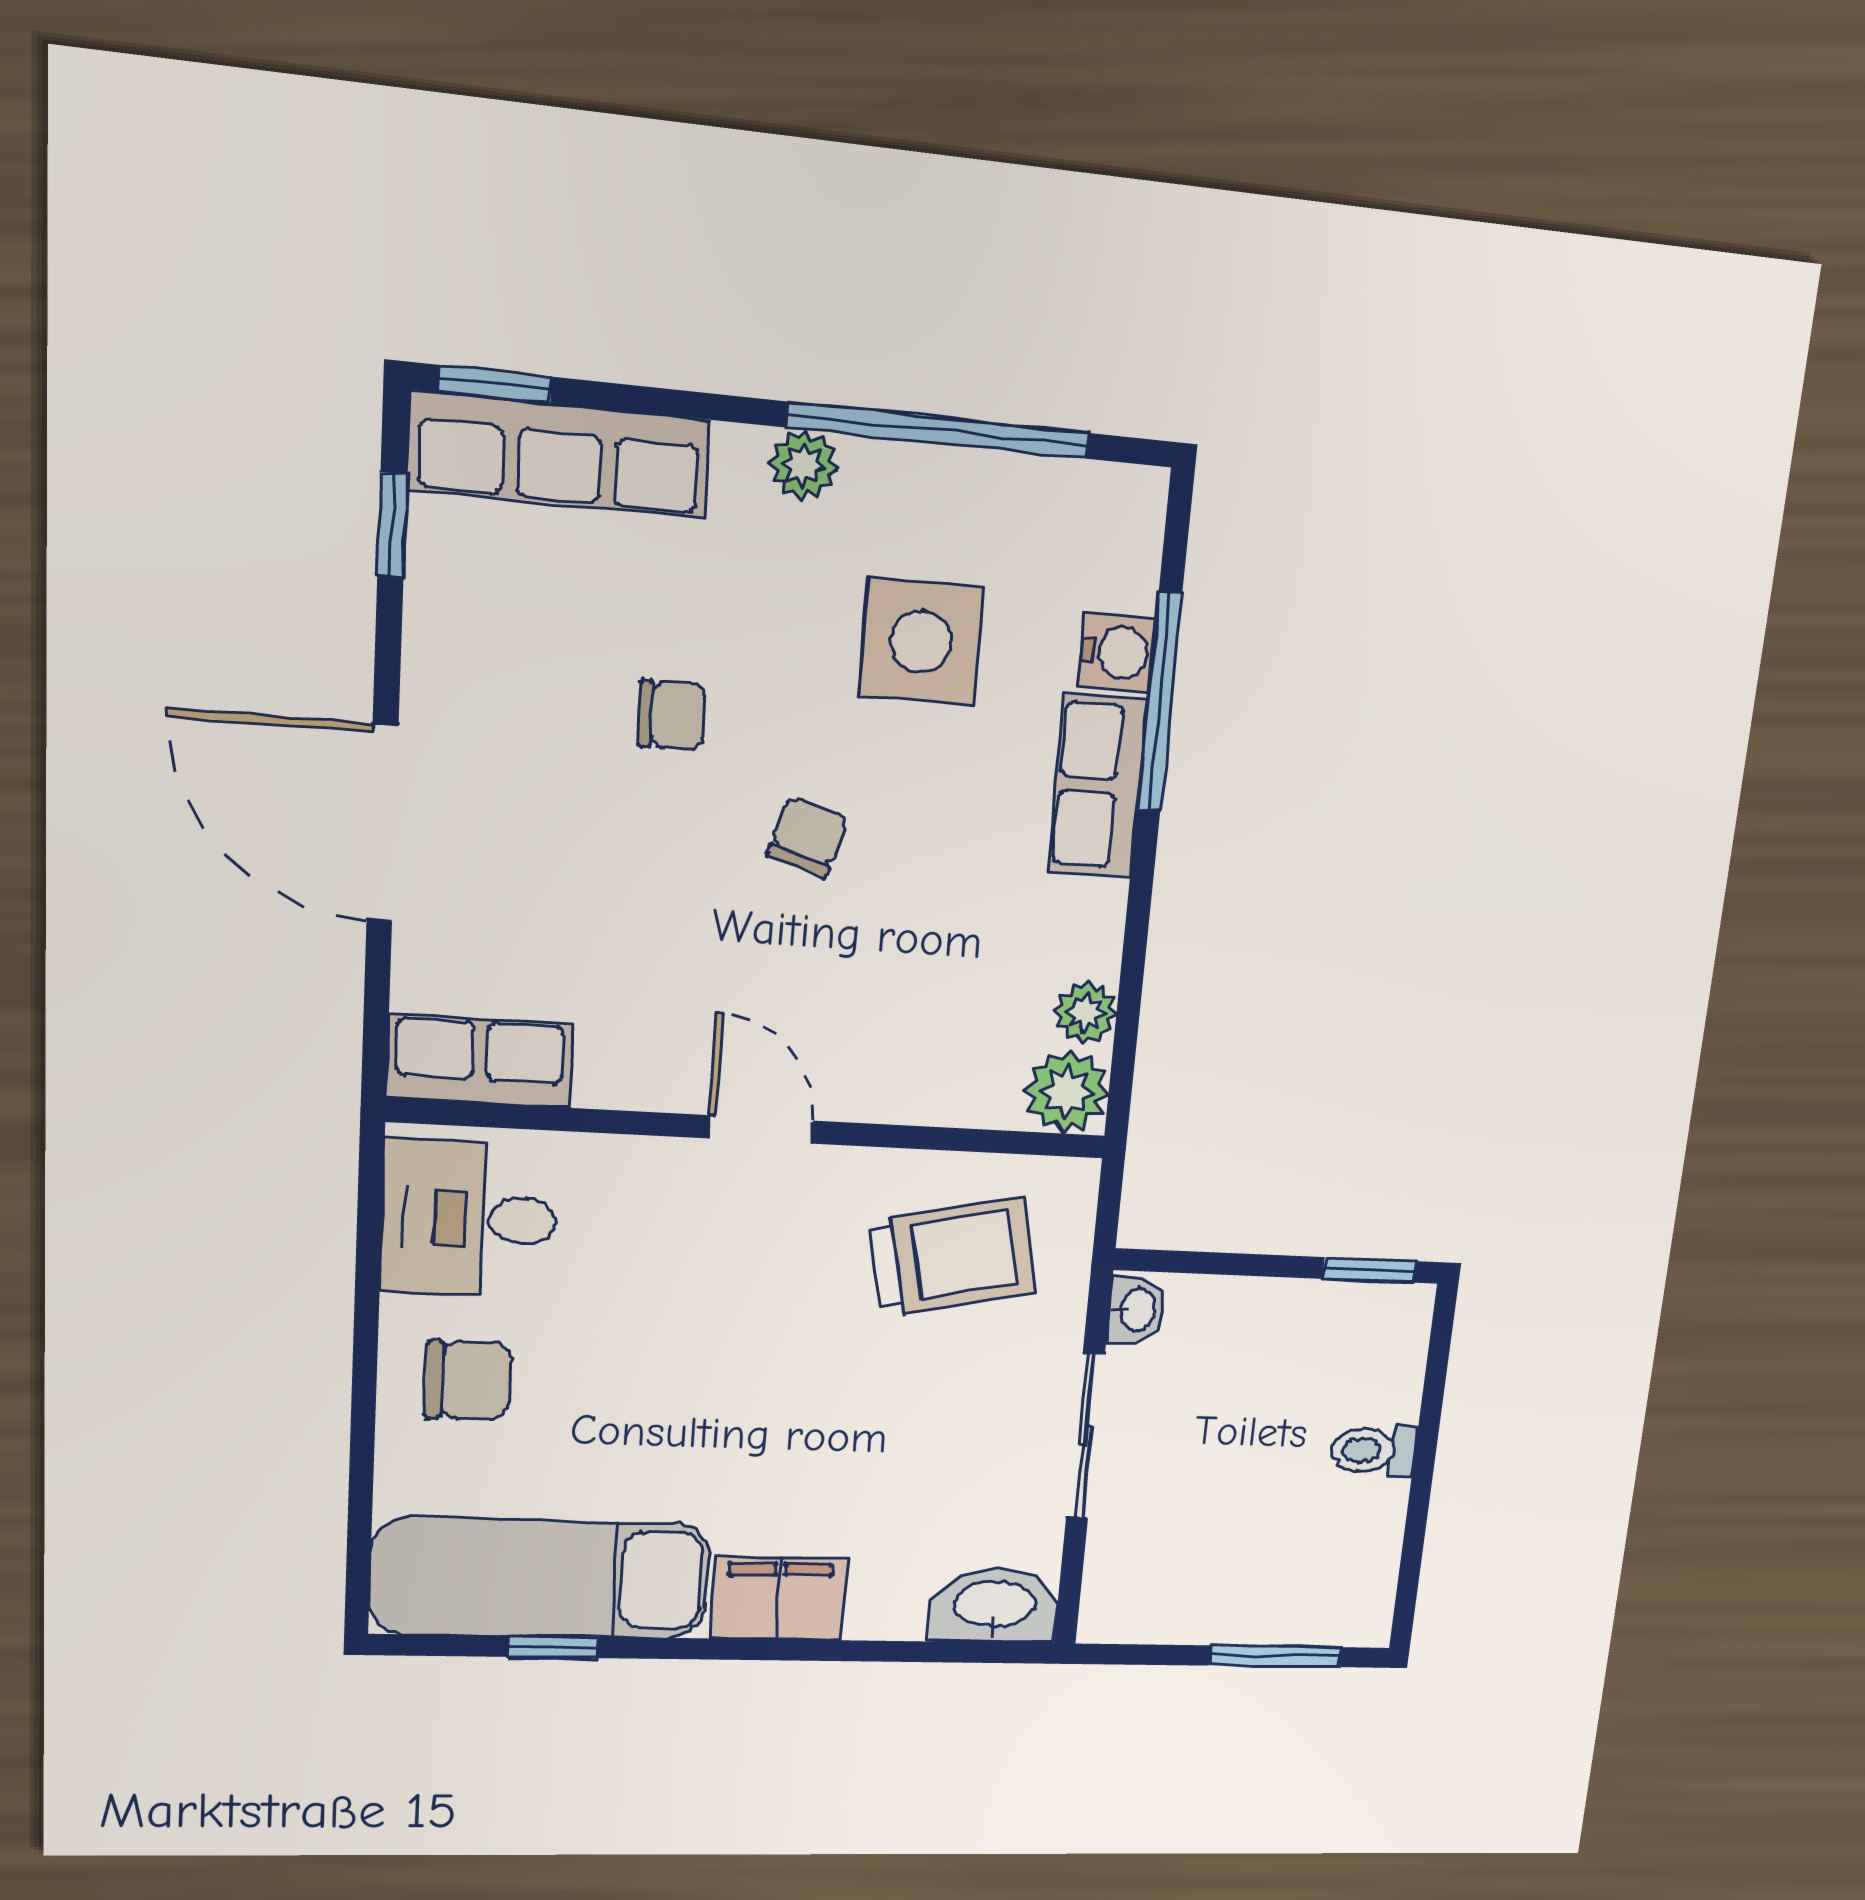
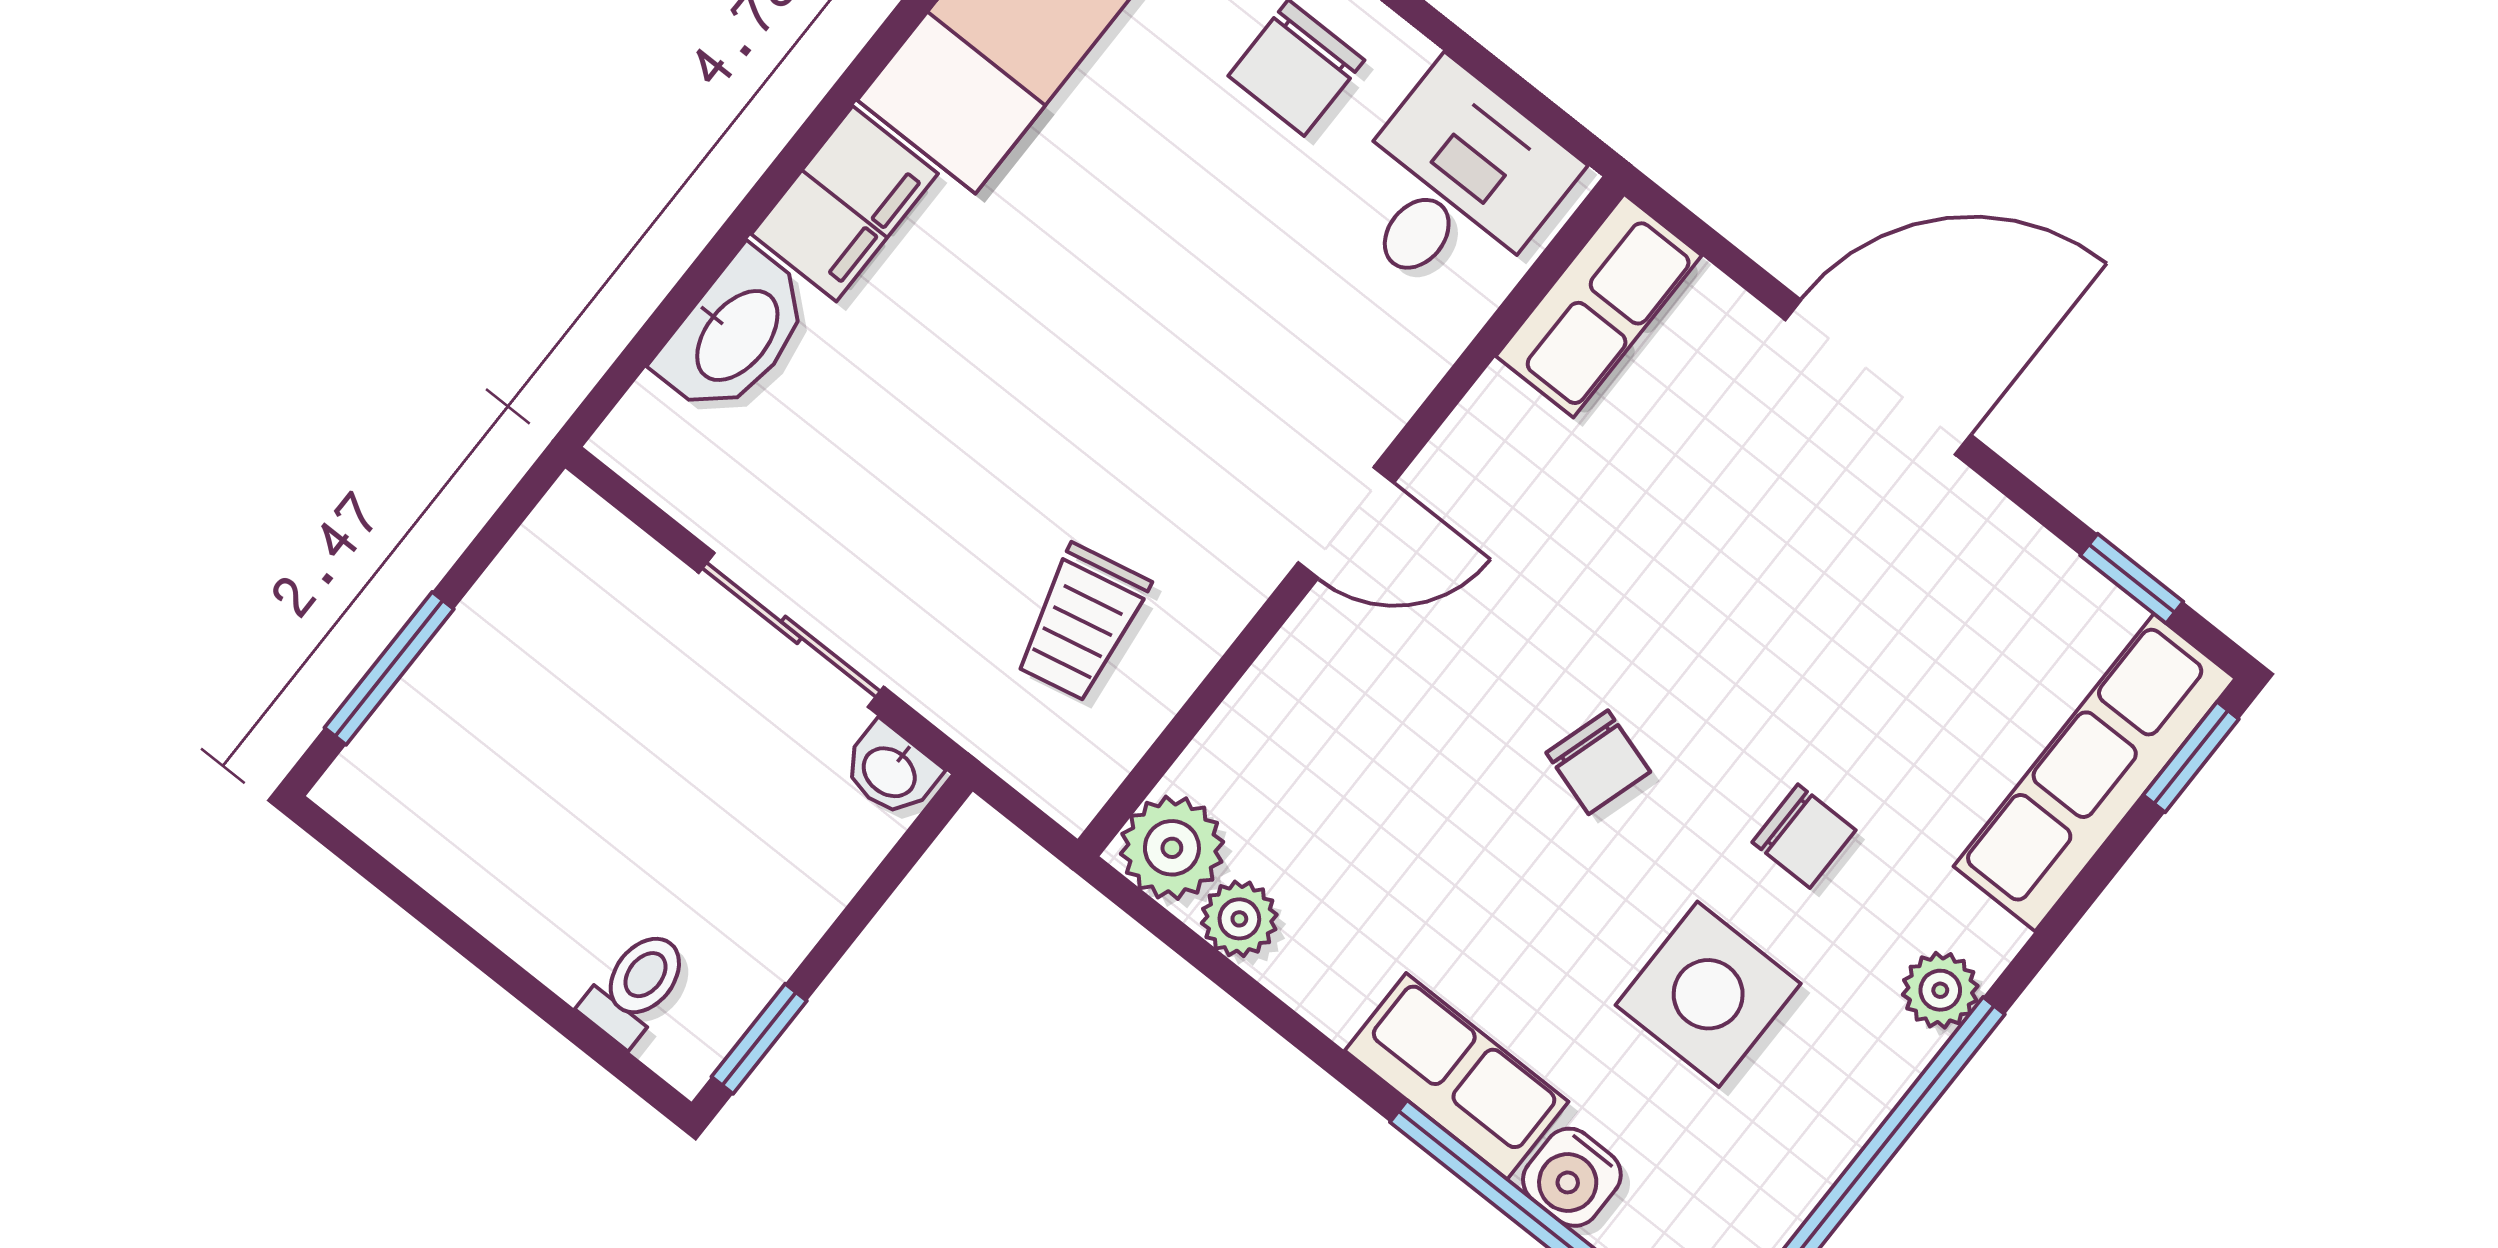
chair: (672, 715) -> (1804, 836), moved, turned -90
trolley: (953, 1257) -> (1082, 623), width x0.73, depth x0.72
toilet: (1373, 1451) -> (636, 987), moved
washbasin: (995, 1606) -> (735, 334), moved

